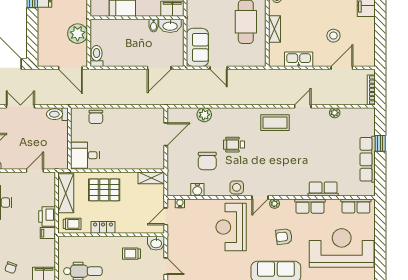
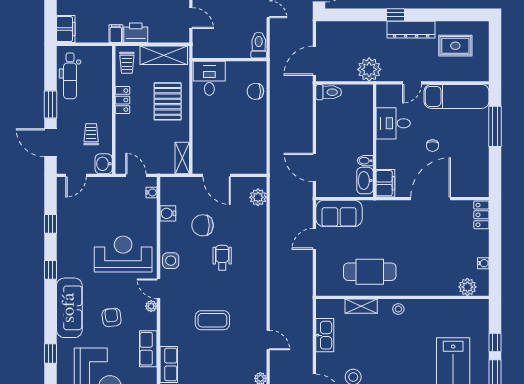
plant: (78, 34) -> (369, 69), moved
plant: (204, 115) -> (258, 197), moved
coffee table: (275, 123) -> (212, 320), moved, turned 90
door: (166, 134) -> (217, 175), moved

